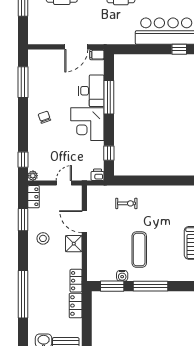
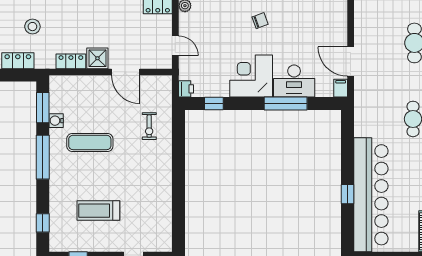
door: (84, 222) -> (126, 72), swing flipped
stool: (43, 238) -> (32, 27), moved
locker: (76, 281) -> (71, 61), moved

